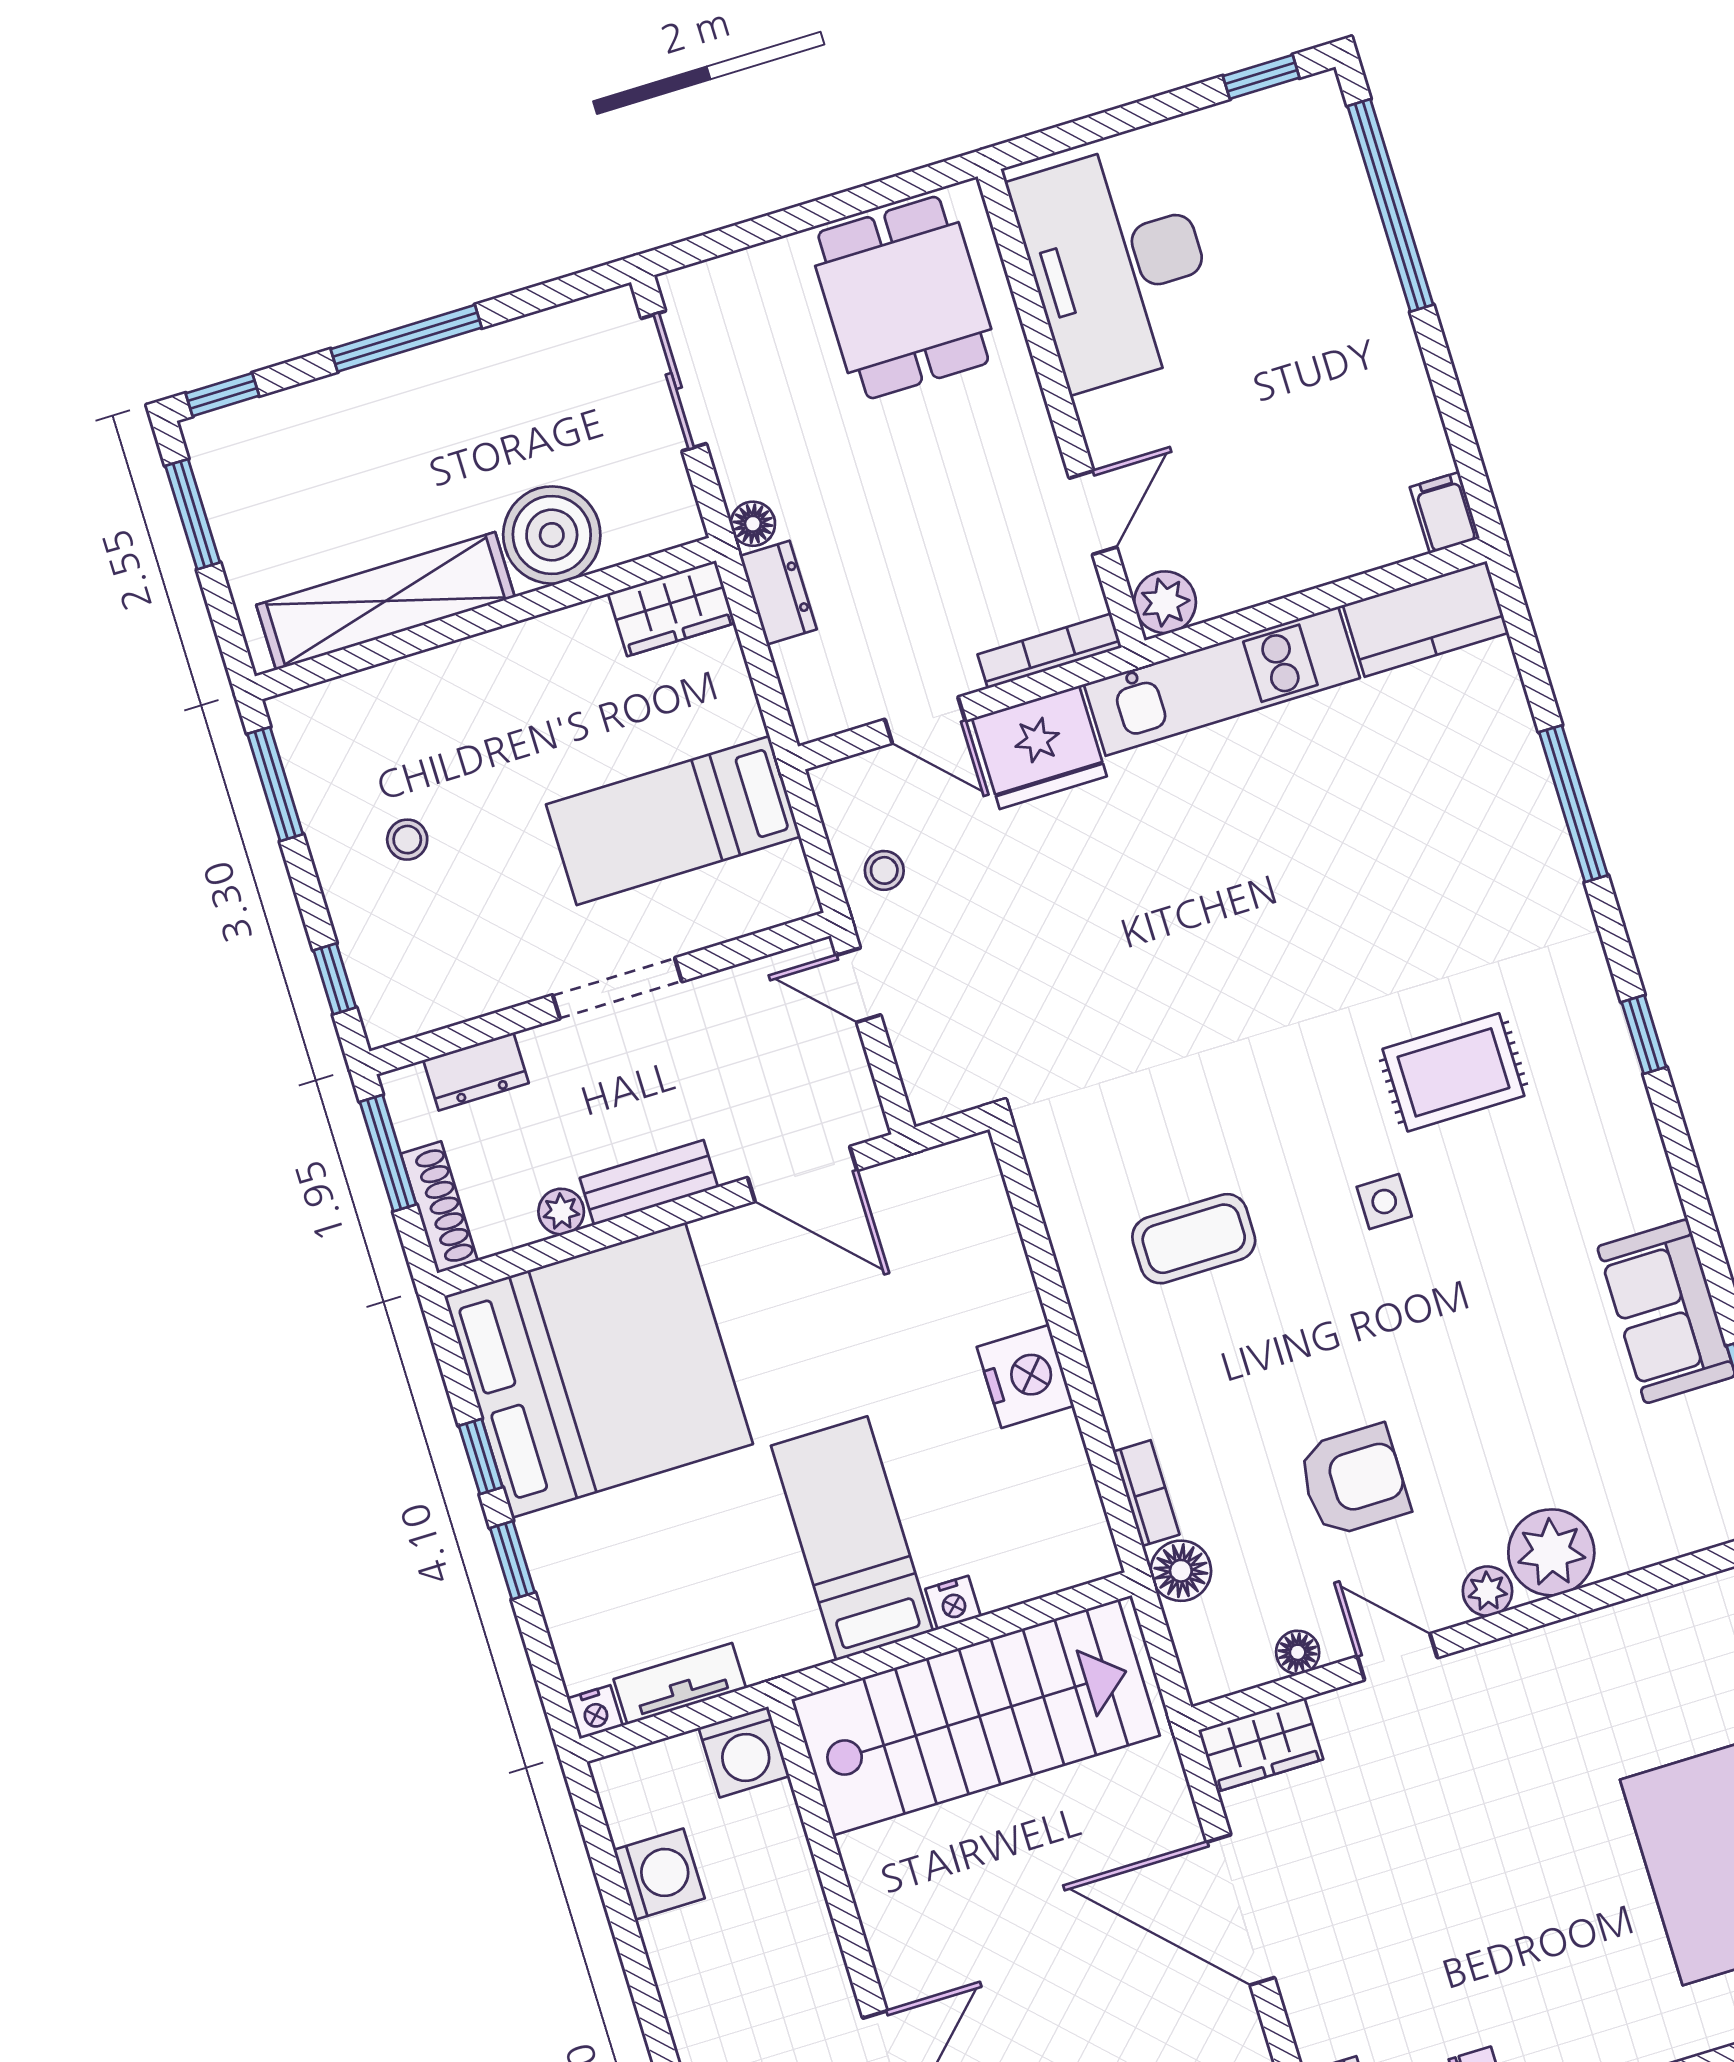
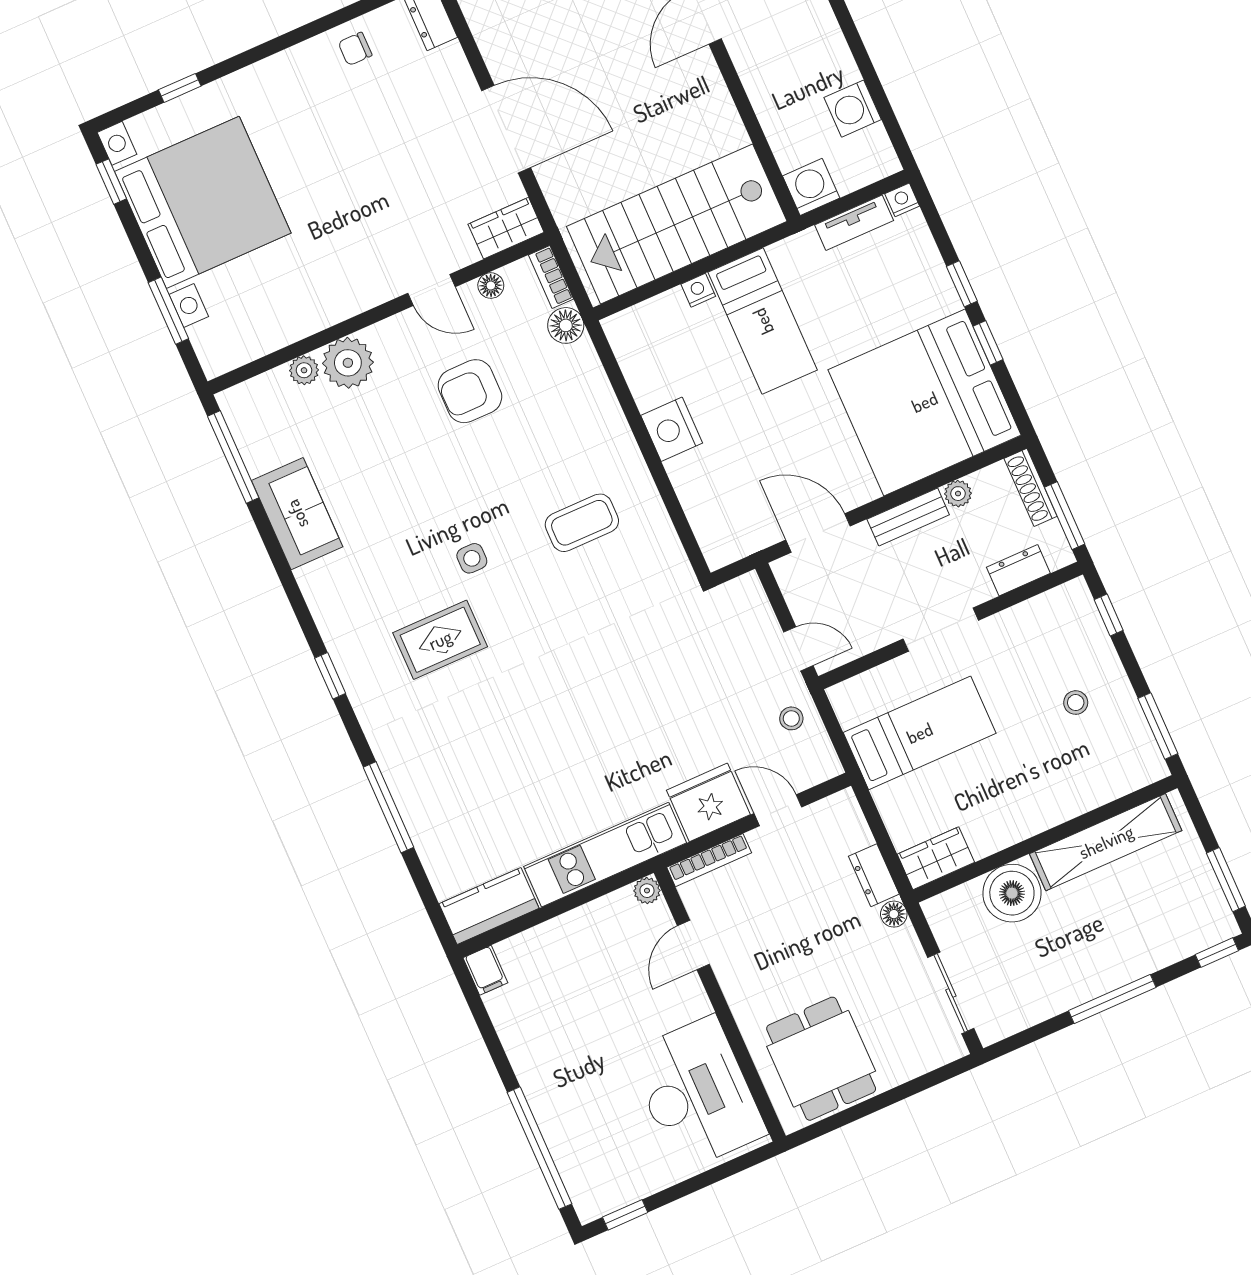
plant: (1165, 602) -> (647, 891), width x0.73, depth x0.73
bookcase: (1146, 1493) -> (551, 277), moved
plant: (1487, 1591) -> (304, 370), moved

